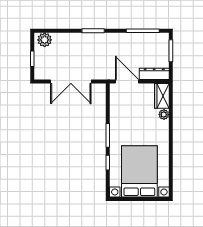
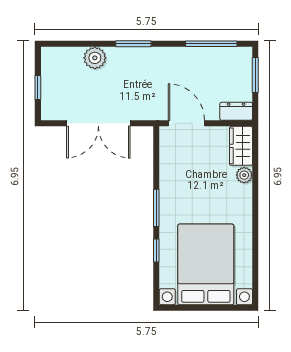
plant: (45, 40) -> (95, 58), moved
dresser: (154, 74) -> (236, 111), width x0.70

